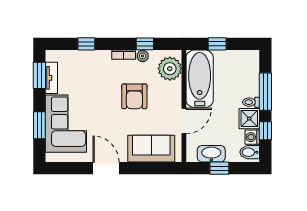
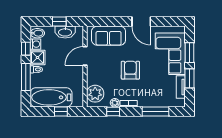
window: (86, 44) -> (155, 112), width x2.17
window: (39, 75) -> (190, 78), moved
bathtub: (200, 79) -> (51, 97), moved, turned 90
armchair: (134, 96) -> (130, 70), moved

